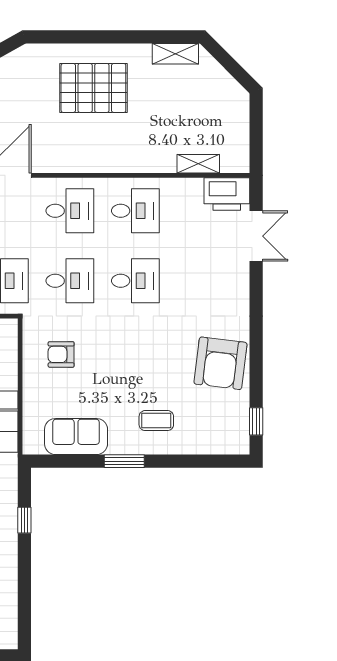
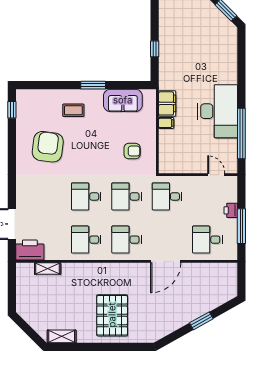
pallet: (93, 88) -> (112, 315), turned 90
armchair: (220, 363) -> (48, 147), moved

